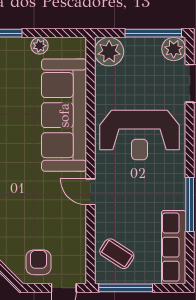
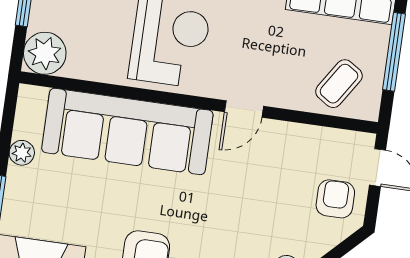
armchair: (38, 262) -> (335, 199), turned 90
window: (126, 288) -> (394, 52), moved

